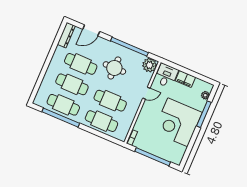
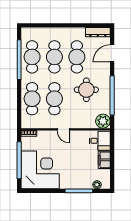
door: (91, 30) -> (112, 53), hinge flipped
door: (146, 93) -> (63, 129), moved
corner desk: (178, 122) -> (40, 170), moved, turned 90

